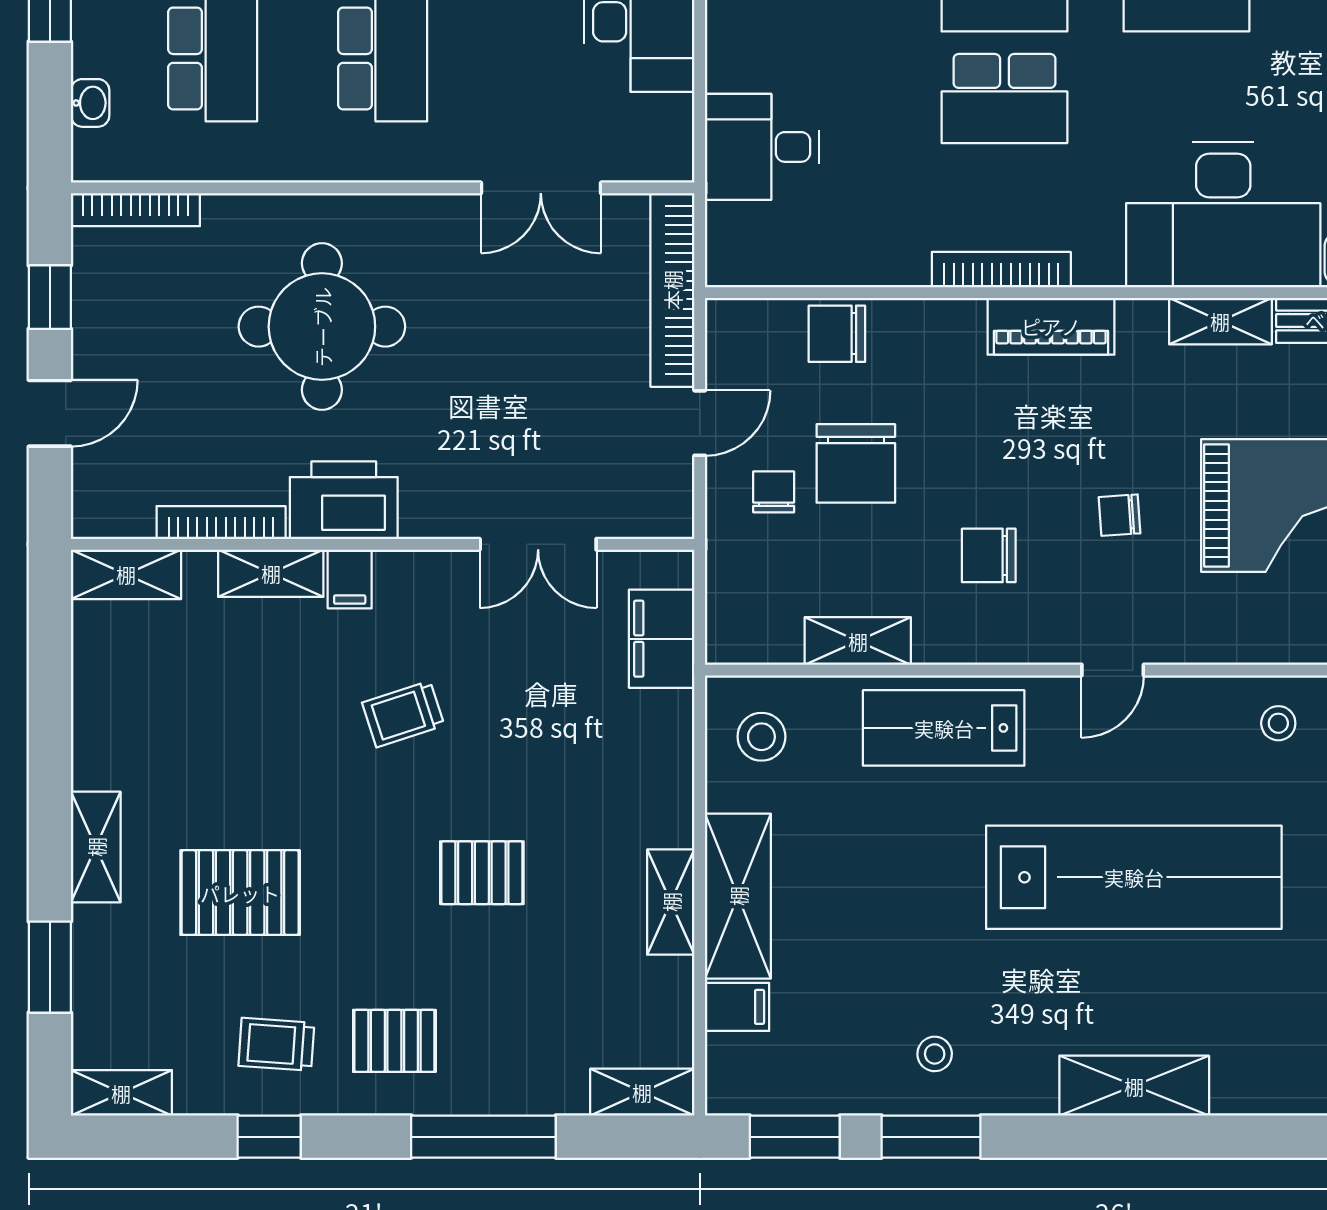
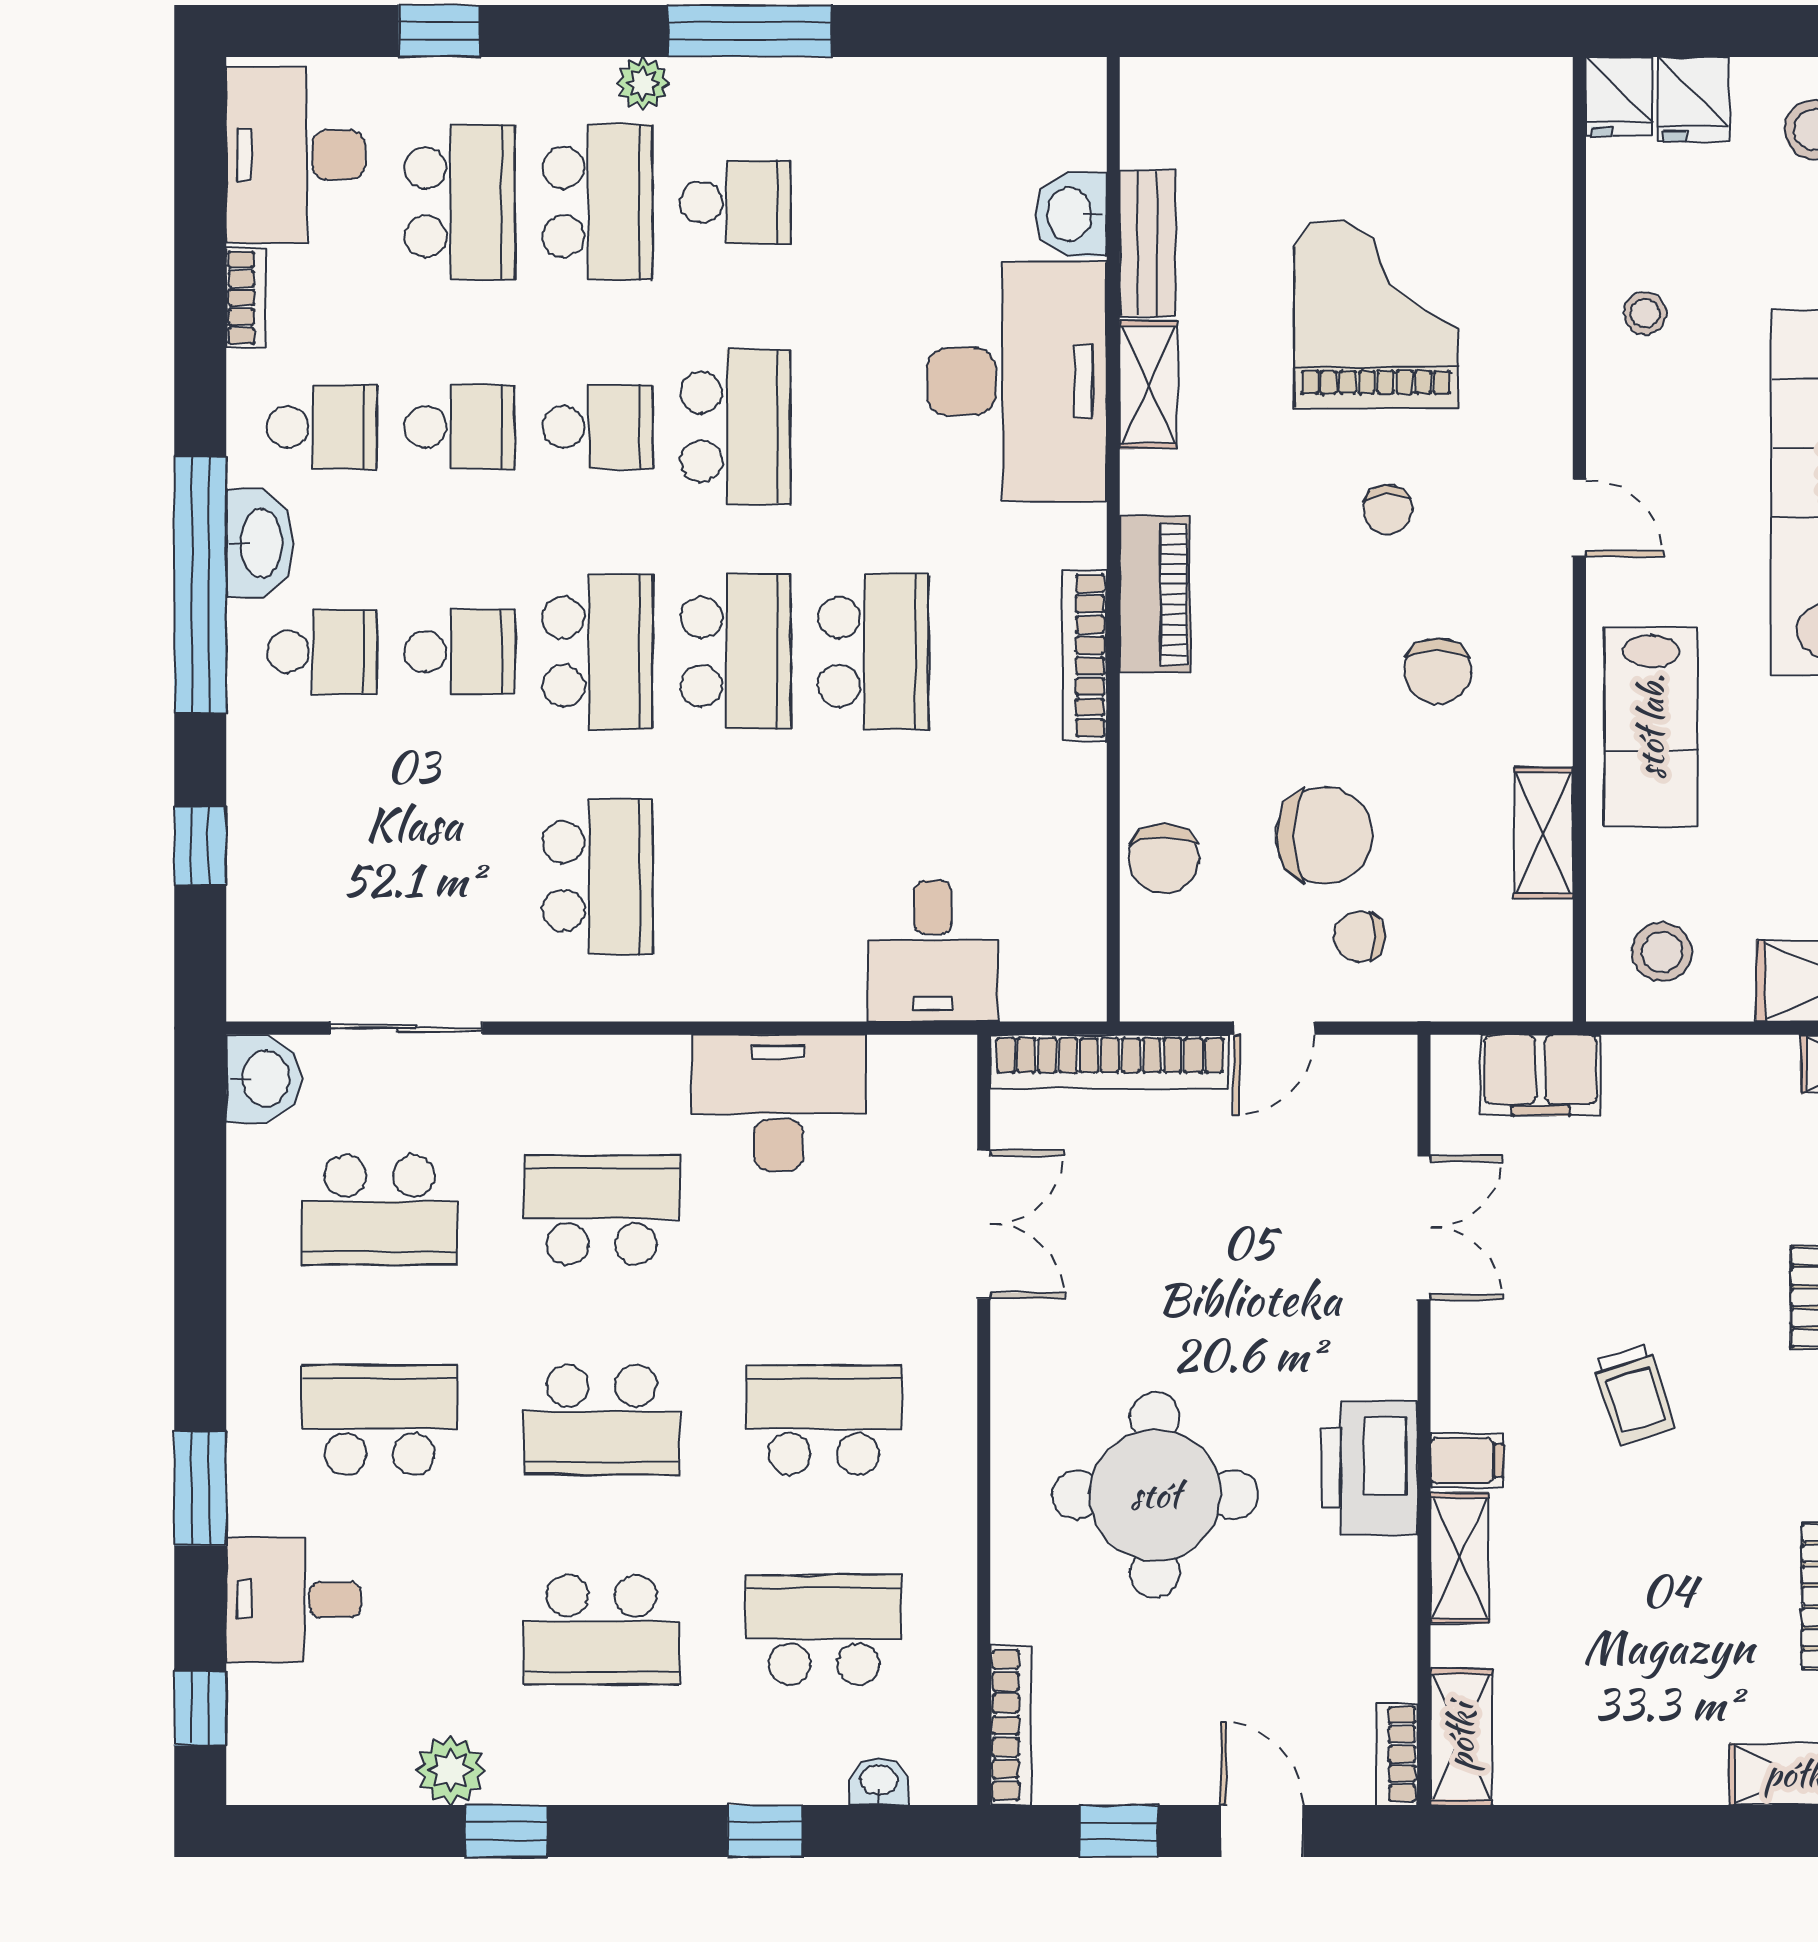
door: (700, 423) -> (1274, 1028), swing flipped
bookcase: (221, 523) -> (1397, 1754), moved, width x0.64

